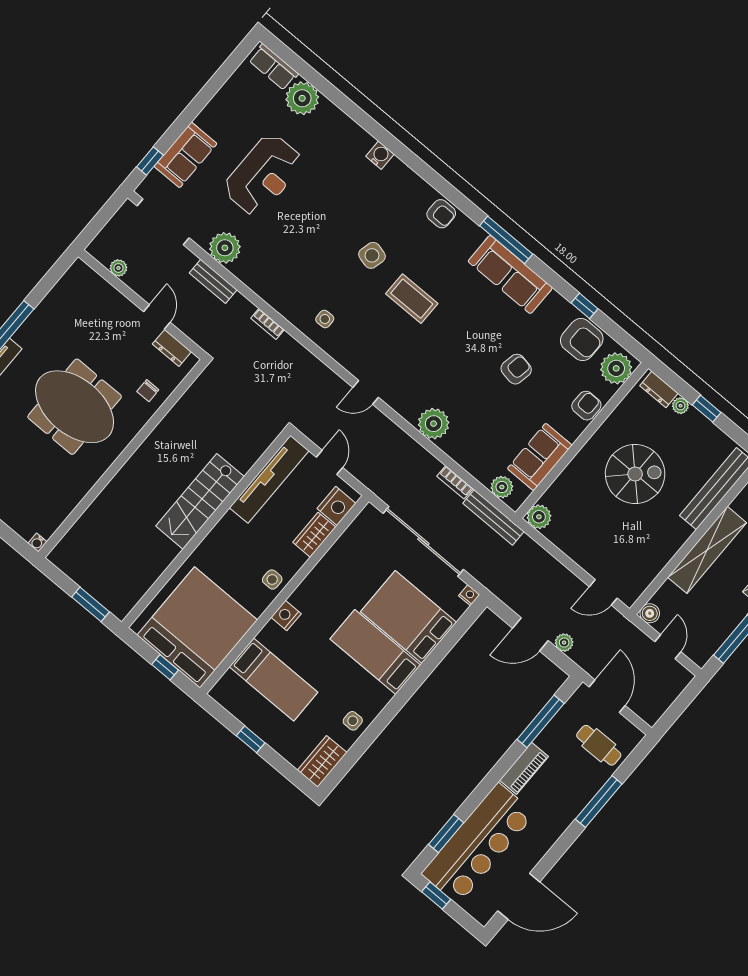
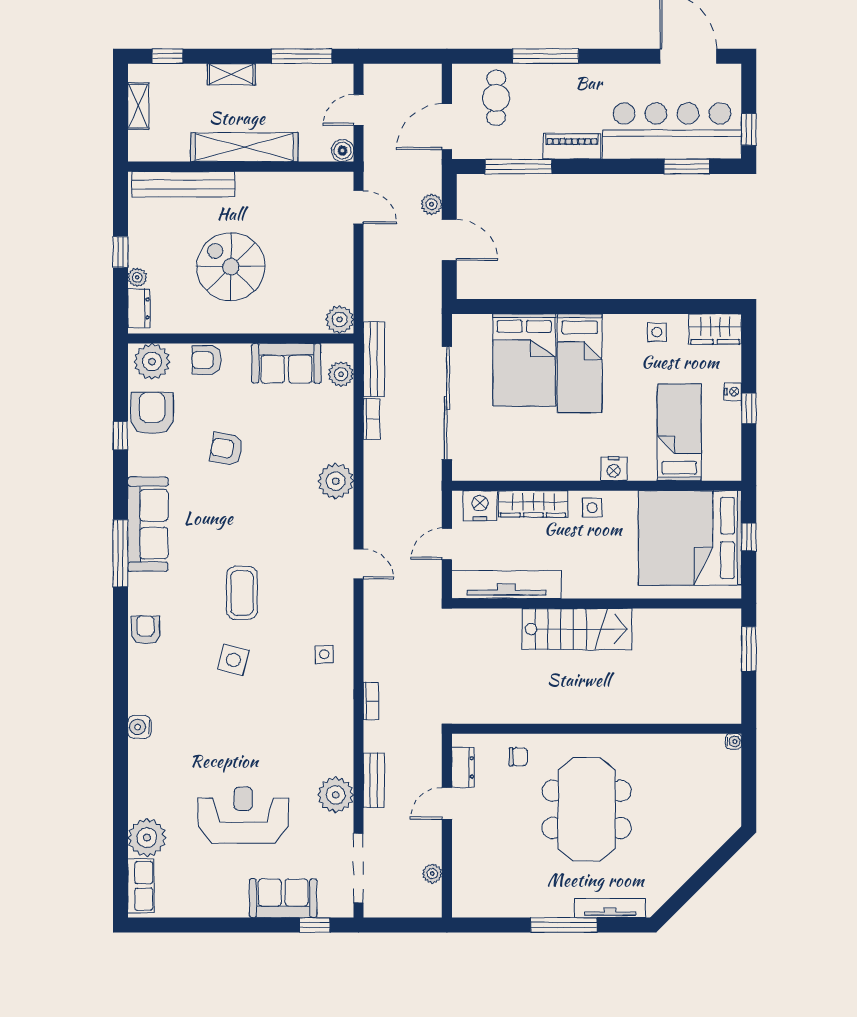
wardrobe: (314, 535) -> (533, 504), width x1.50
nightstand: (469, 595) -> (733, 392), moved, turned 180

